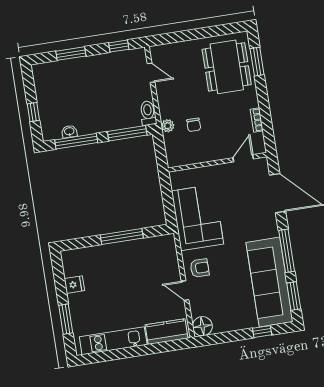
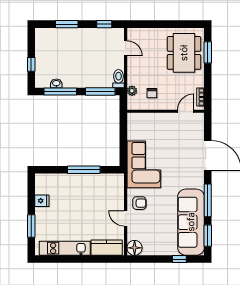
door: (243, 158) -> (186, 111), moved
wall: (217, 162) -> (166, 111), moved

